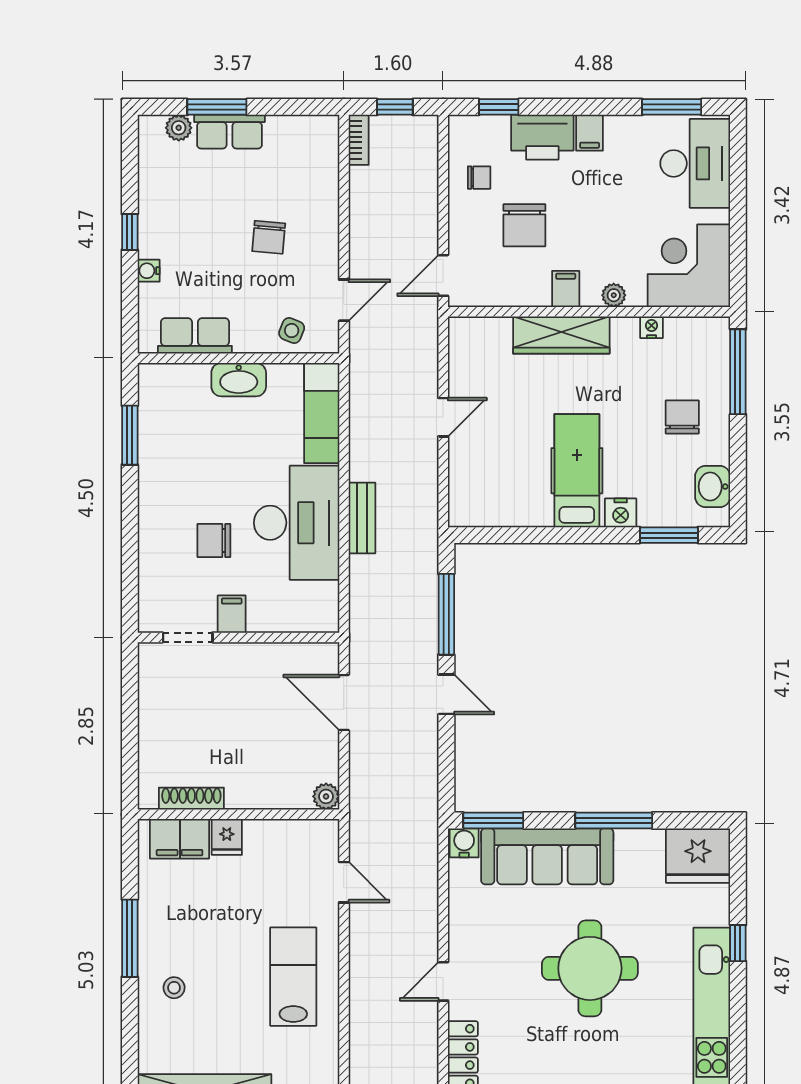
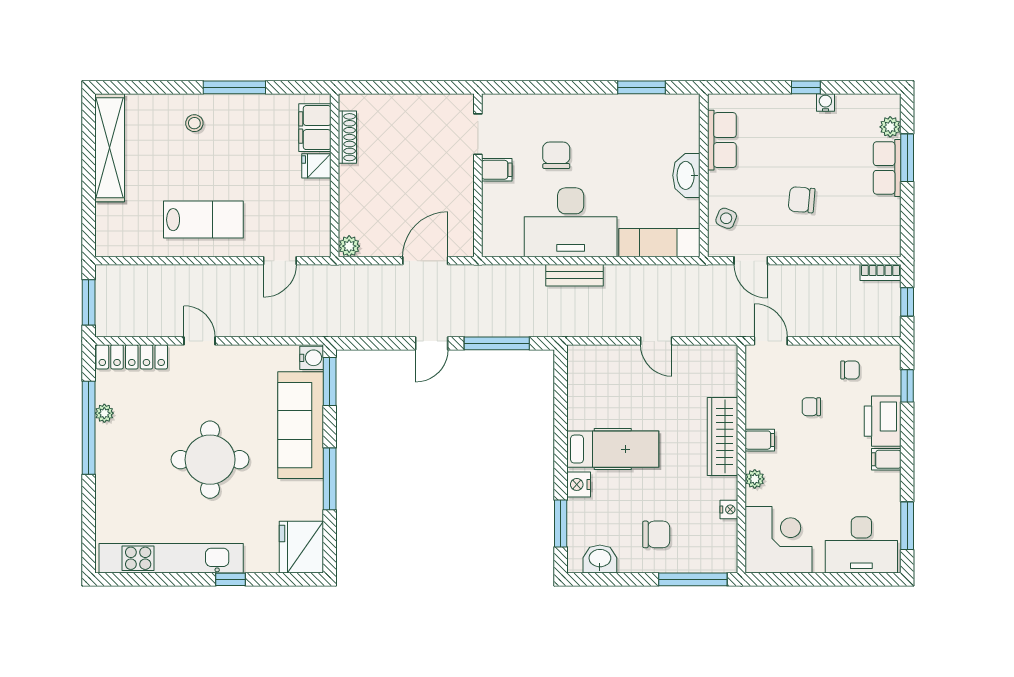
chair: (479, 178) -> (850, 370), turned -90
chair: (524, 225) -> (811, 407), width x0.54, depth x0.54
water cooler: (149, 271) -> (825, 103), moved

